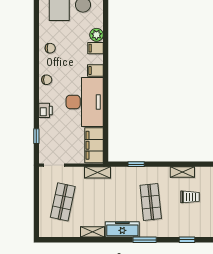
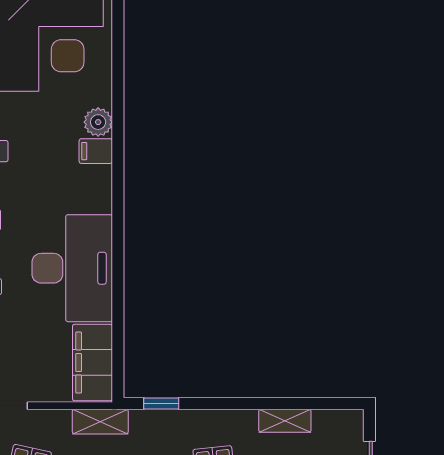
filing cabinet: (95, 70) -> (96, 200), removed
window: (136, 164) -> (161, 404), moved

